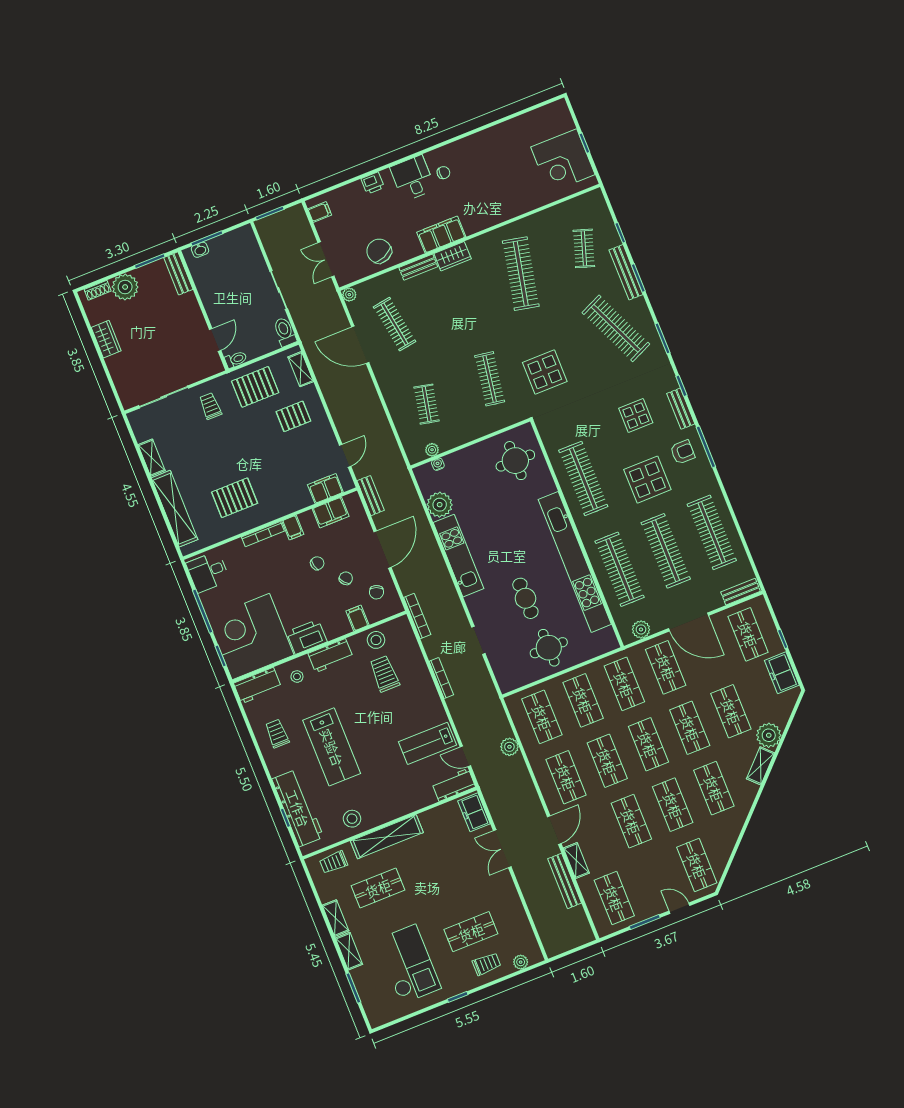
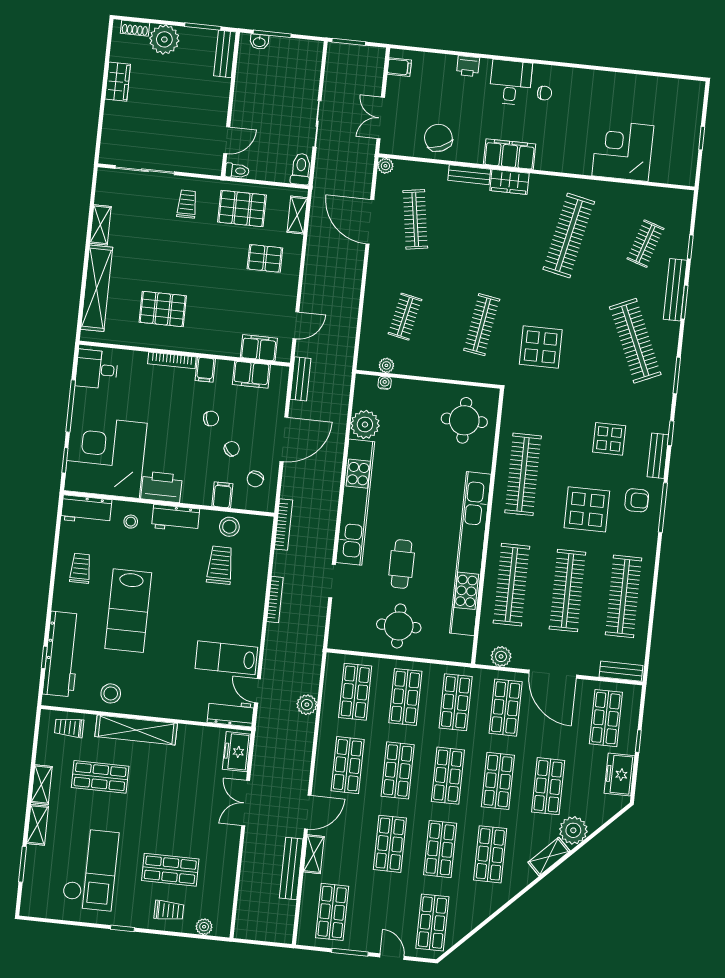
corner desk: (563, 161) -> (623, 151), moved, turned 90
kitchen unit: (459, 556) -> (355, 502), width x1.36

